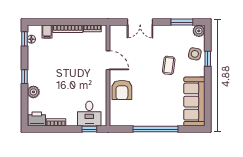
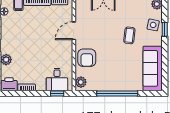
door: (108, 60) -> (74, 31), swing flipped
plant: (115, 117) -> (81, 82), added

